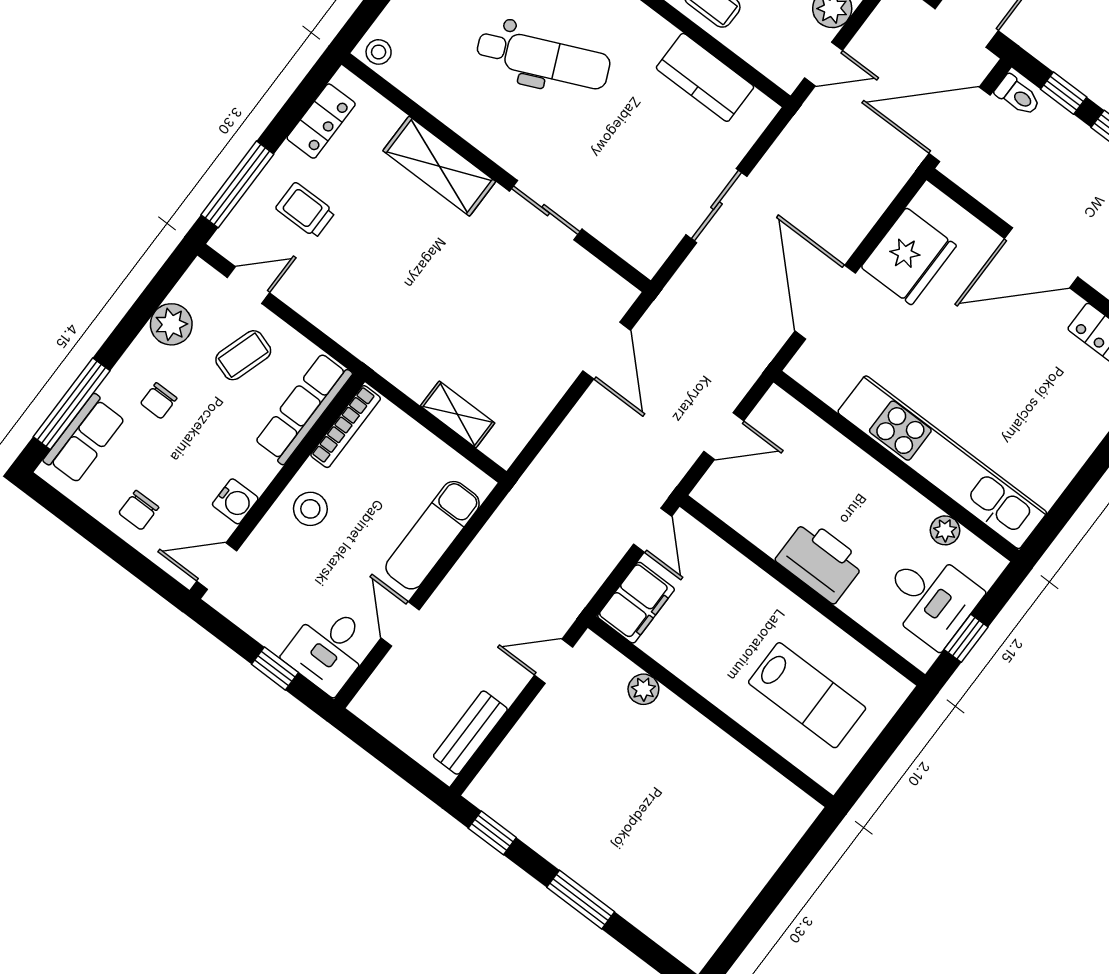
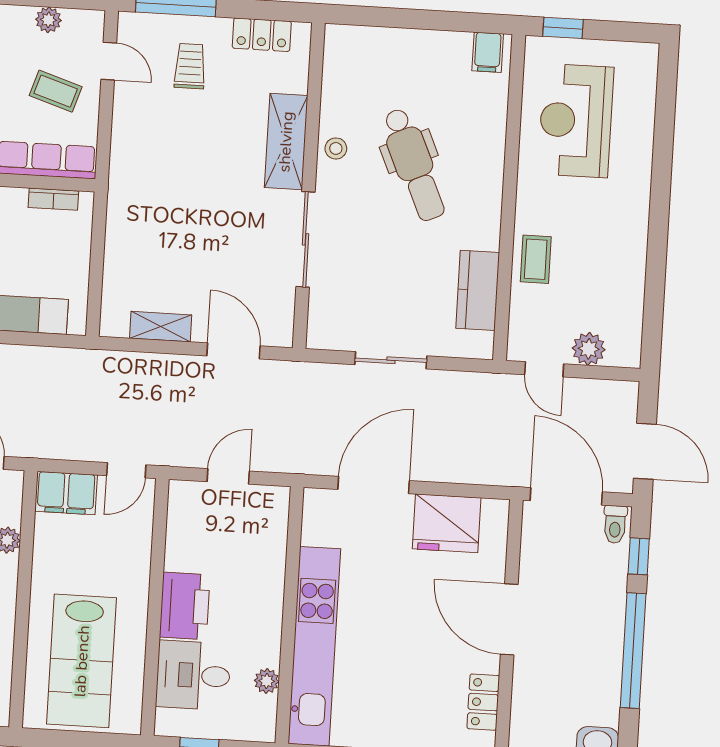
stool: (379, 52) -> (336, 148), moved
sliding door: (546, 210) -> (306, 239), width x1.37
plant: (171, 324) -> (48, 20), width x0.73, depth x0.73
door: (607, 351) -> (234, 351), swing flipped
shelving: (458, 414) -> (161, 327), moved, turned 90
bookcase: (346, 427) -> (53, 199), width x0.64
door: (724, 436) -> (228, 476), swing flipped
desk: (930, 598) -> (193, 675), moved, turned 90
lab bench: (807, 695) -> (82, 661), width x1.36, depth x1.39

